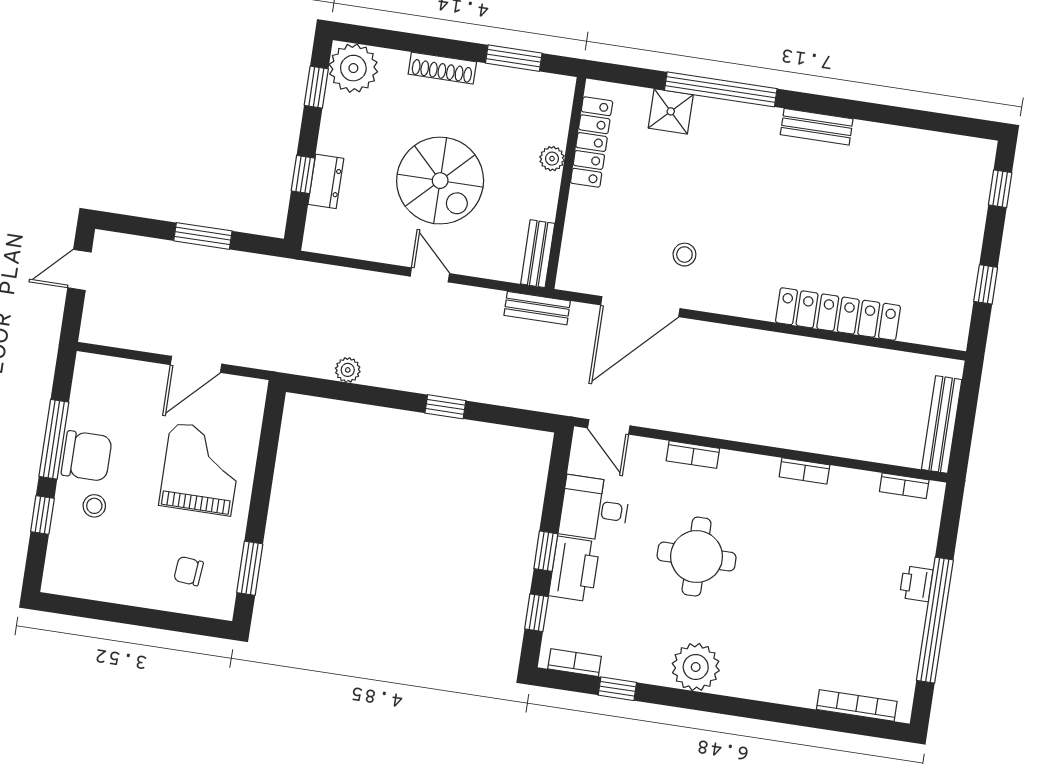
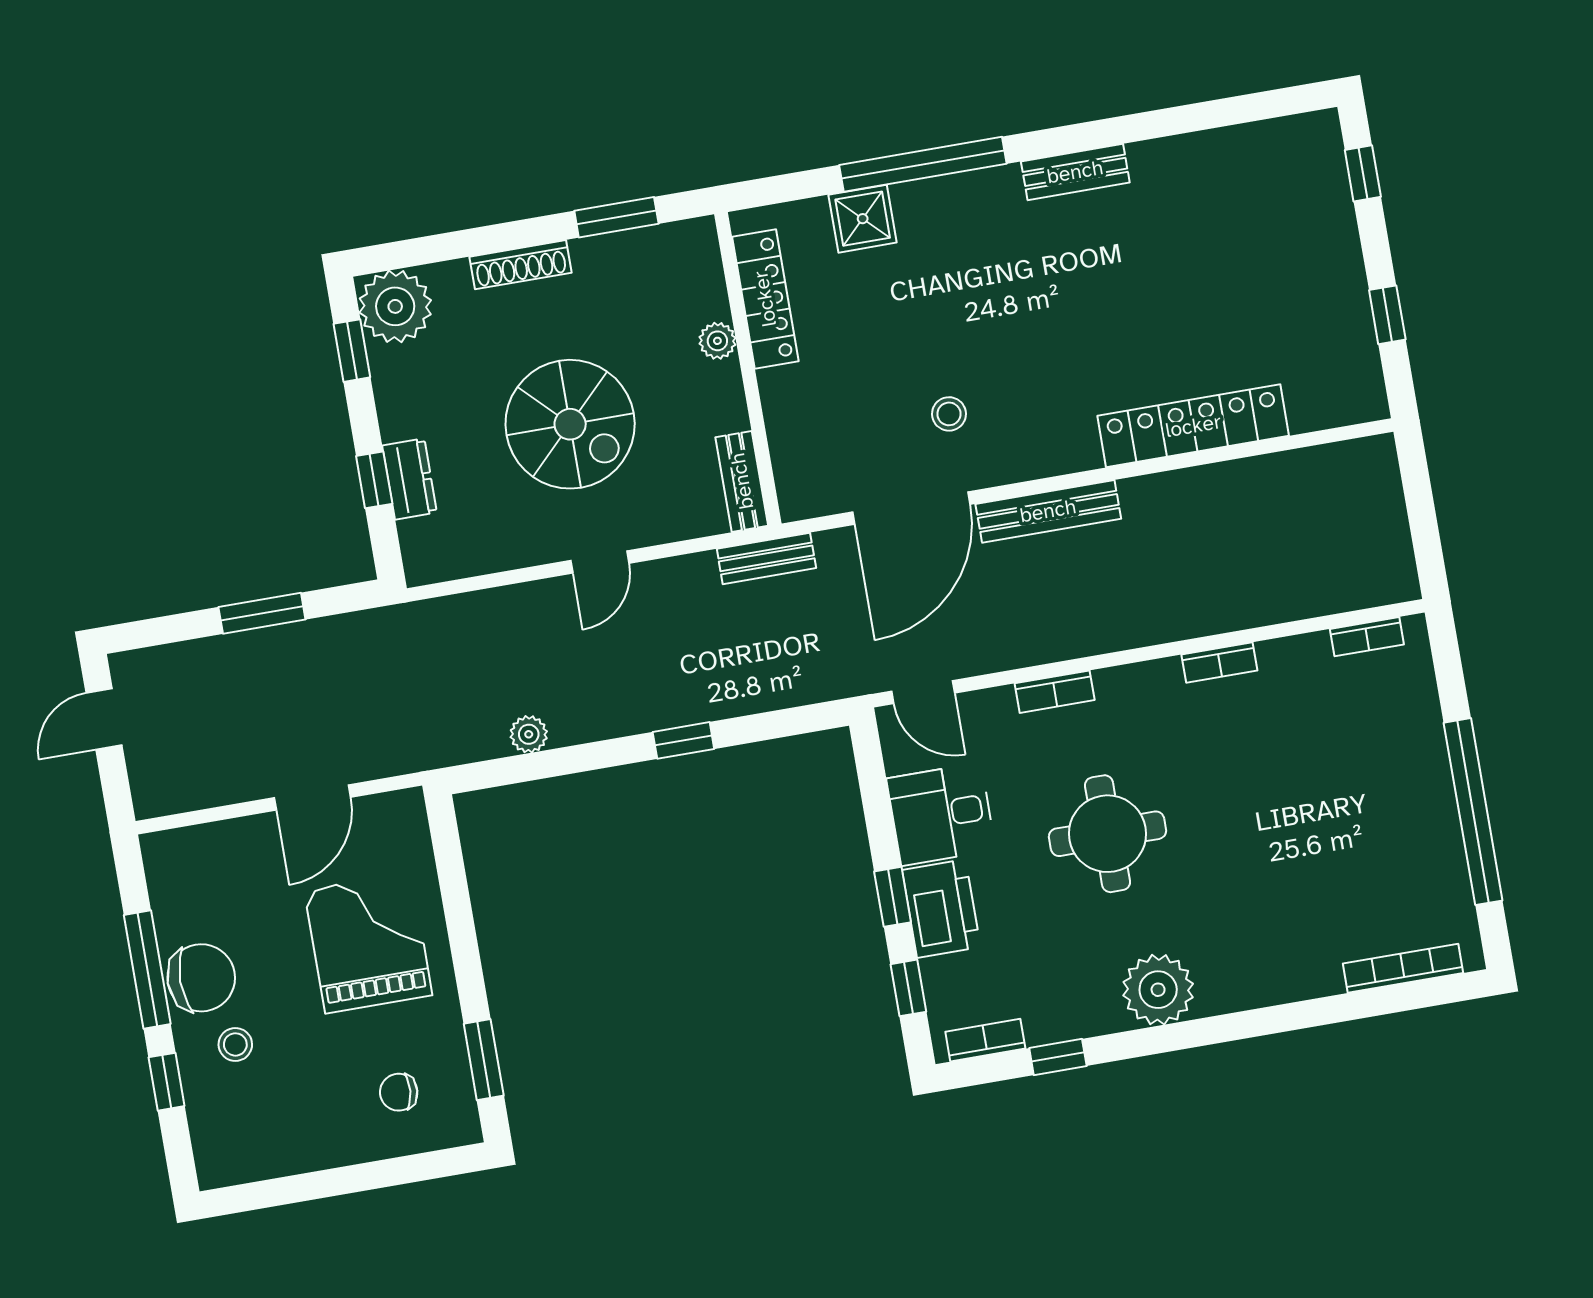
door: (430, 275) -> (600, 562), swing flipped
bench: (942, 424) -> (1048, 511), moved, turned 90
printer: (916, 584) -> (1430, 769), removed

